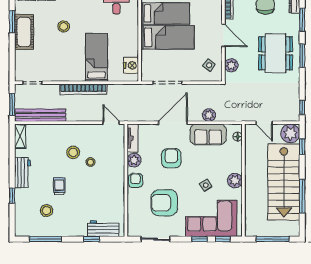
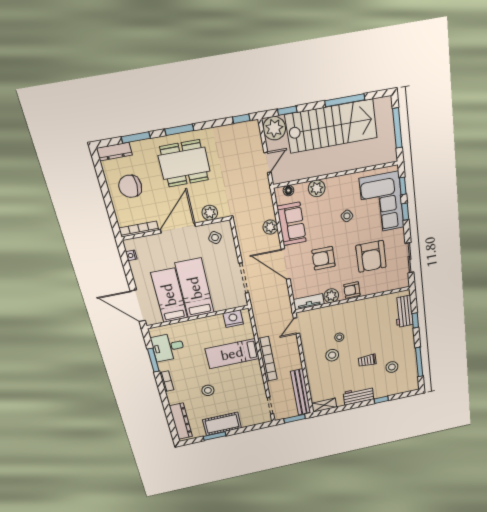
door: (223, 35) -> (178, 228), width x1.36
plant: (235, 181) -> (317, 188), moved

